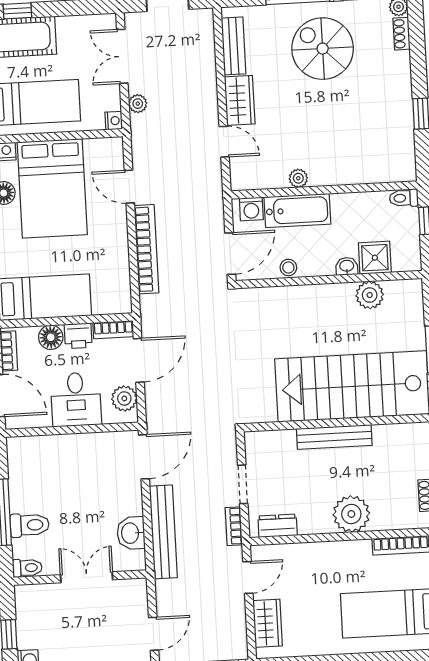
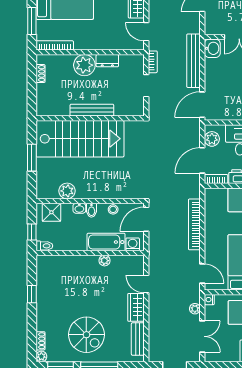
door: (129, 187) -> (202, 274), moved
shower: (375, 258) -> (51, 212), moved
bidet: (326, 264) -> (91, 210), added
dresser: (278, 526) -> (107, 61), moved
washbasin: (131, 533) -> (212, 48), moved
door: (248, 578) -> (146, 32), hinge flipped

